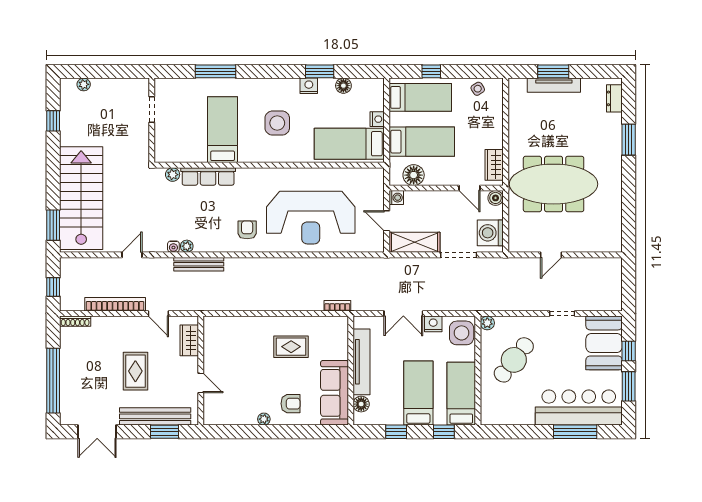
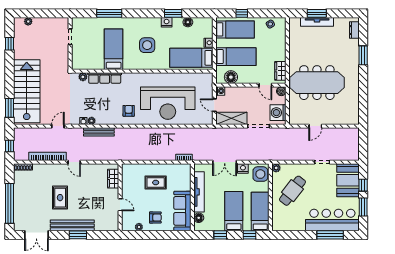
wardrobe: (189, 340) -> (113, 179), moved
wall: (201, 371) -> (120, 197), moved
door: (201, 383) -> (120, 205), moved

